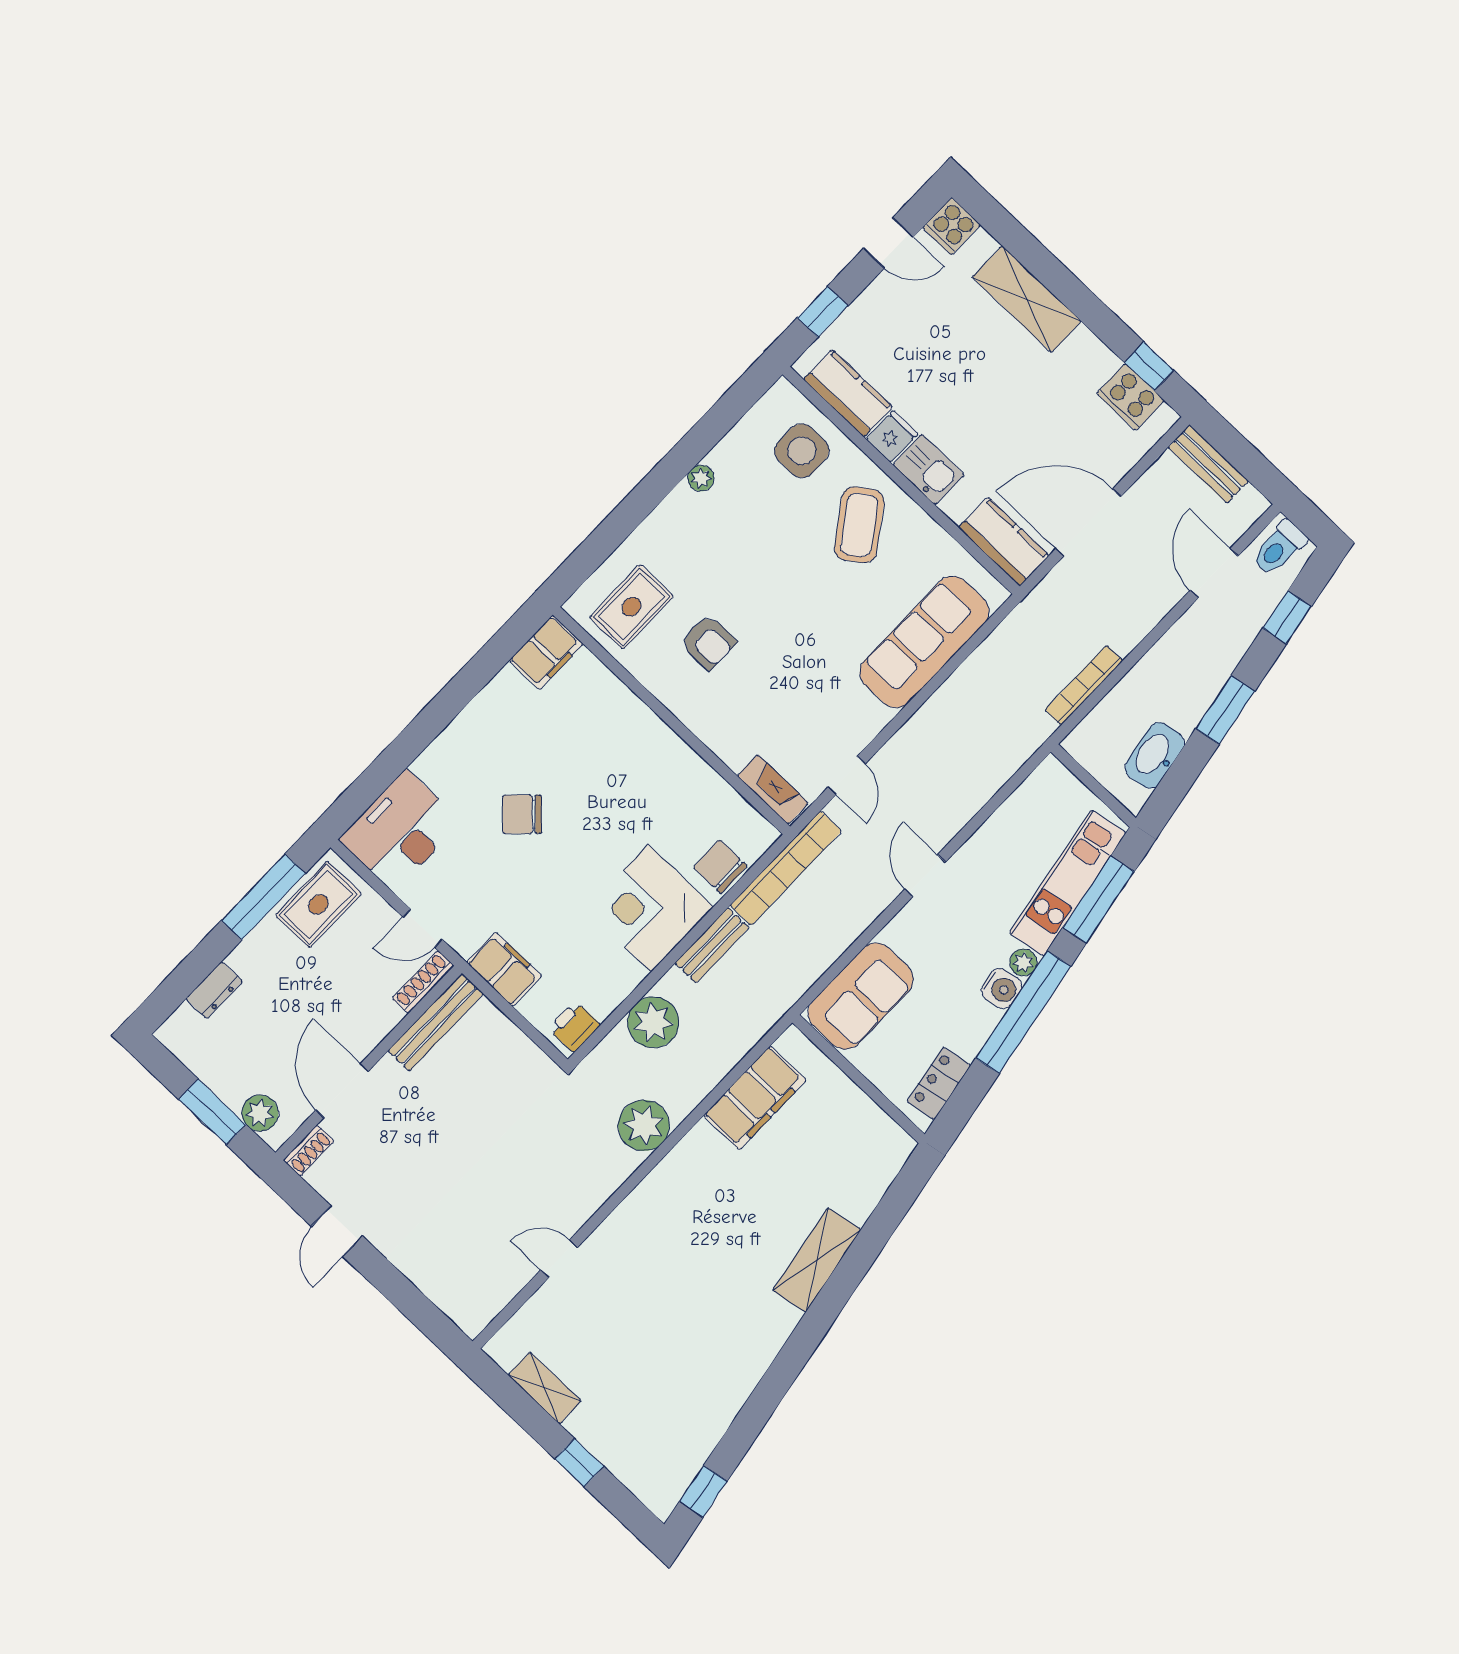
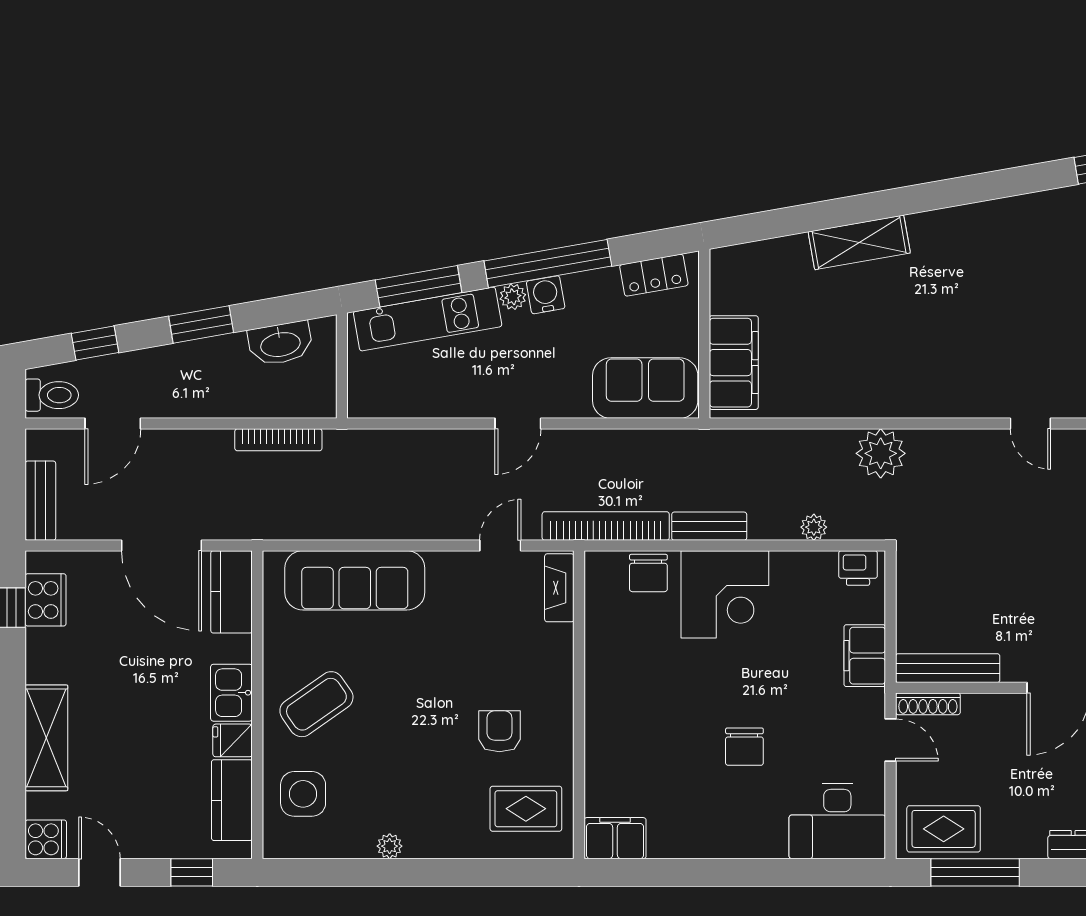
chair: (522, 814) -> (744, 747), turned 44
plant: (653, 1022) -> (814, 527), width x0.53, depth x0.53
filing cabinet: (755, 1098) -> (734, 363), moved, turned 90

